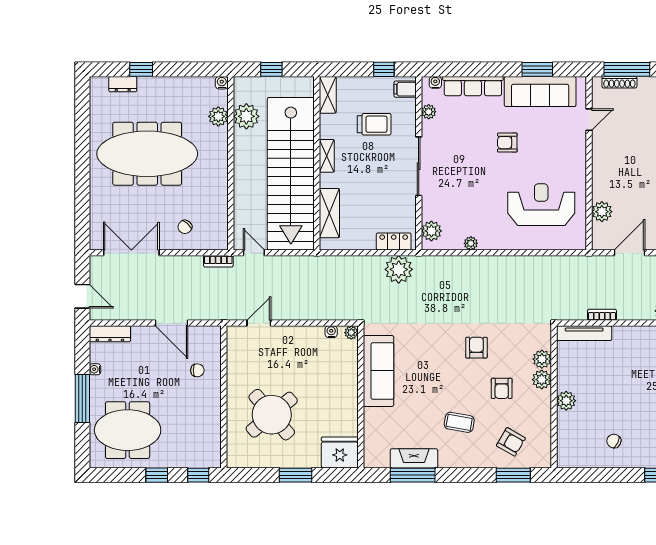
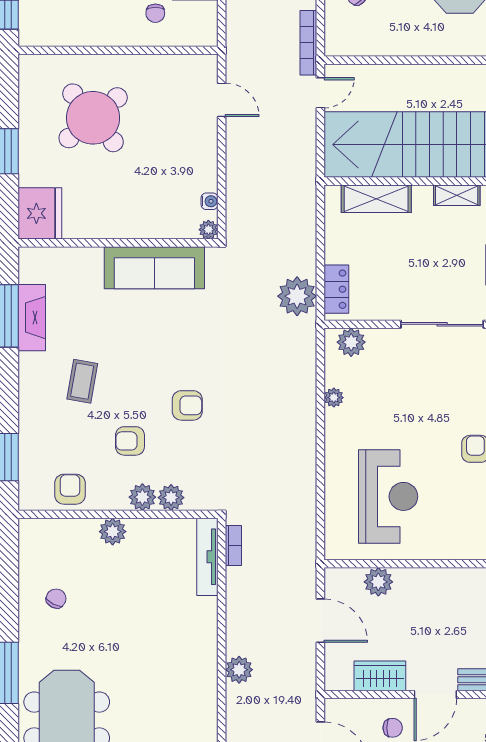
bookcase: (218, 261) -> (308, 43), width x1.56
bookcase: (602, 315) -> (233, 546), moved
armchair: (511, 442) -> (70, 489), moved, turned 150

